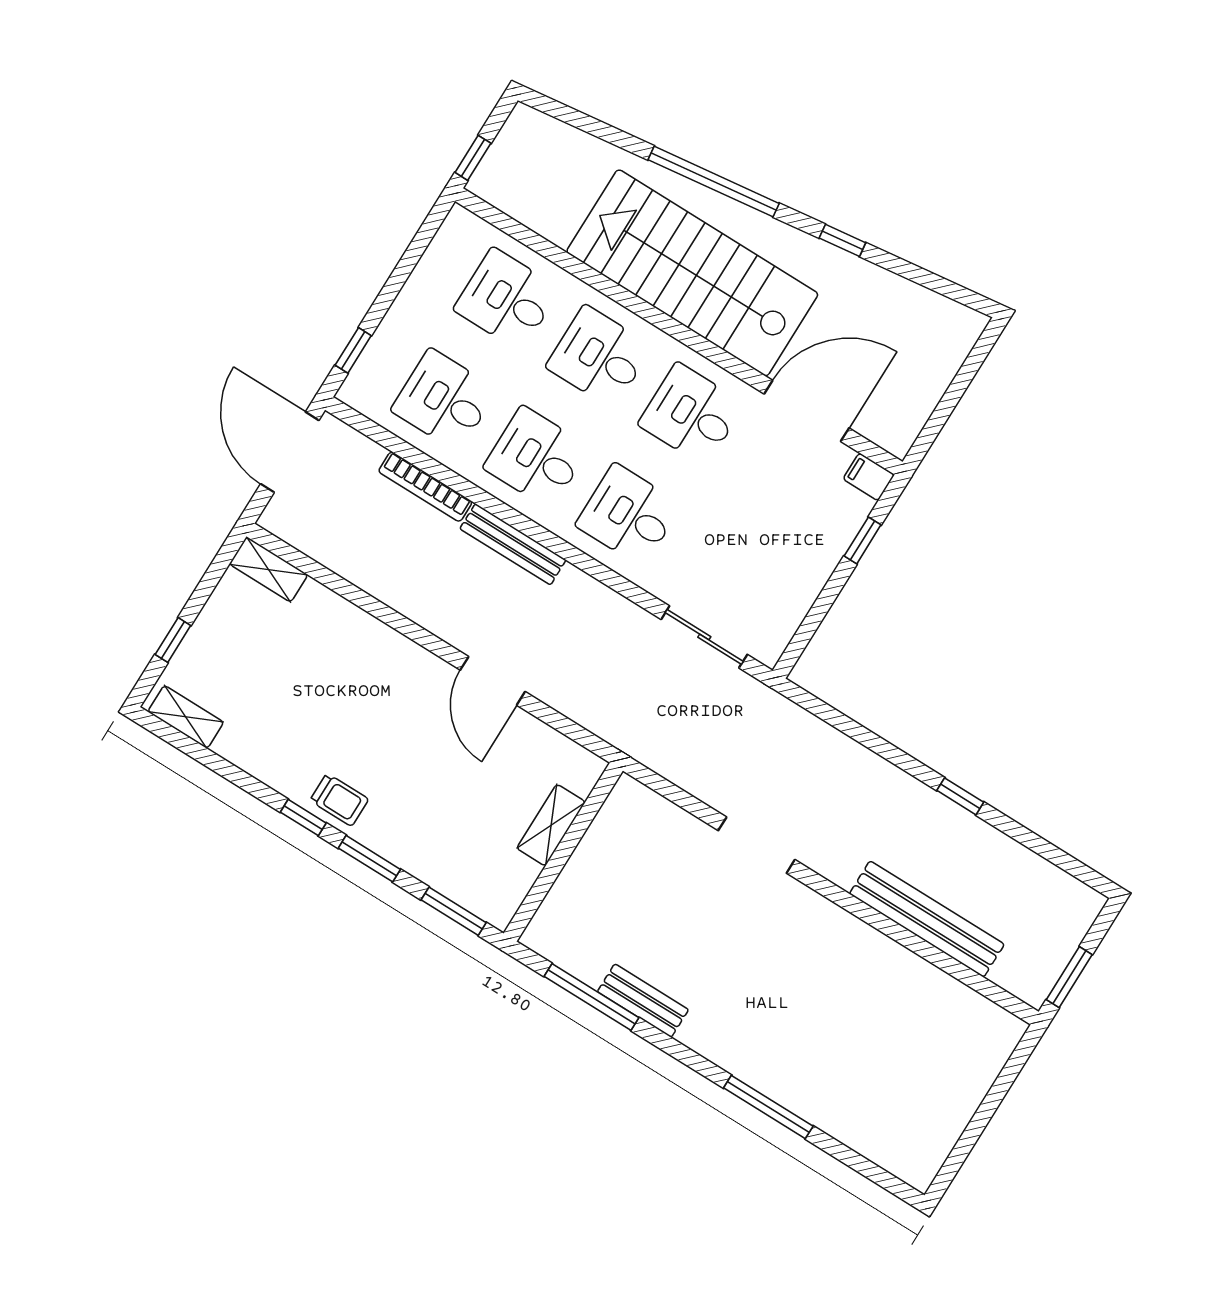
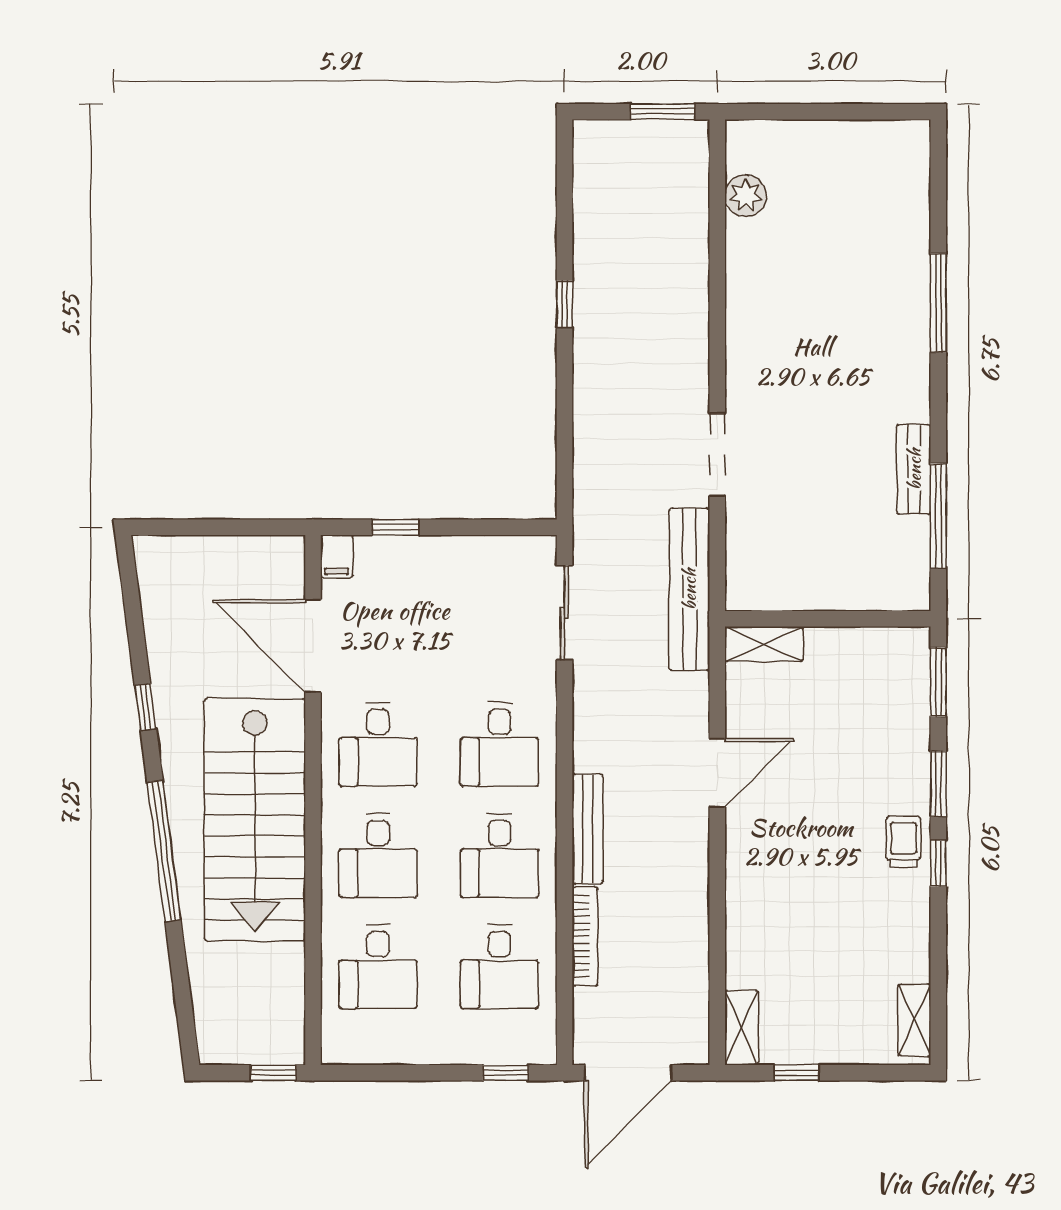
window: (173, 640) -> (797, 1073), moved
shelving: (551, 825) -> (764, 644), moved
bench: (927, 919) -> (689, 589), moved
plant: (957, 1002) -> (746, 196), added

